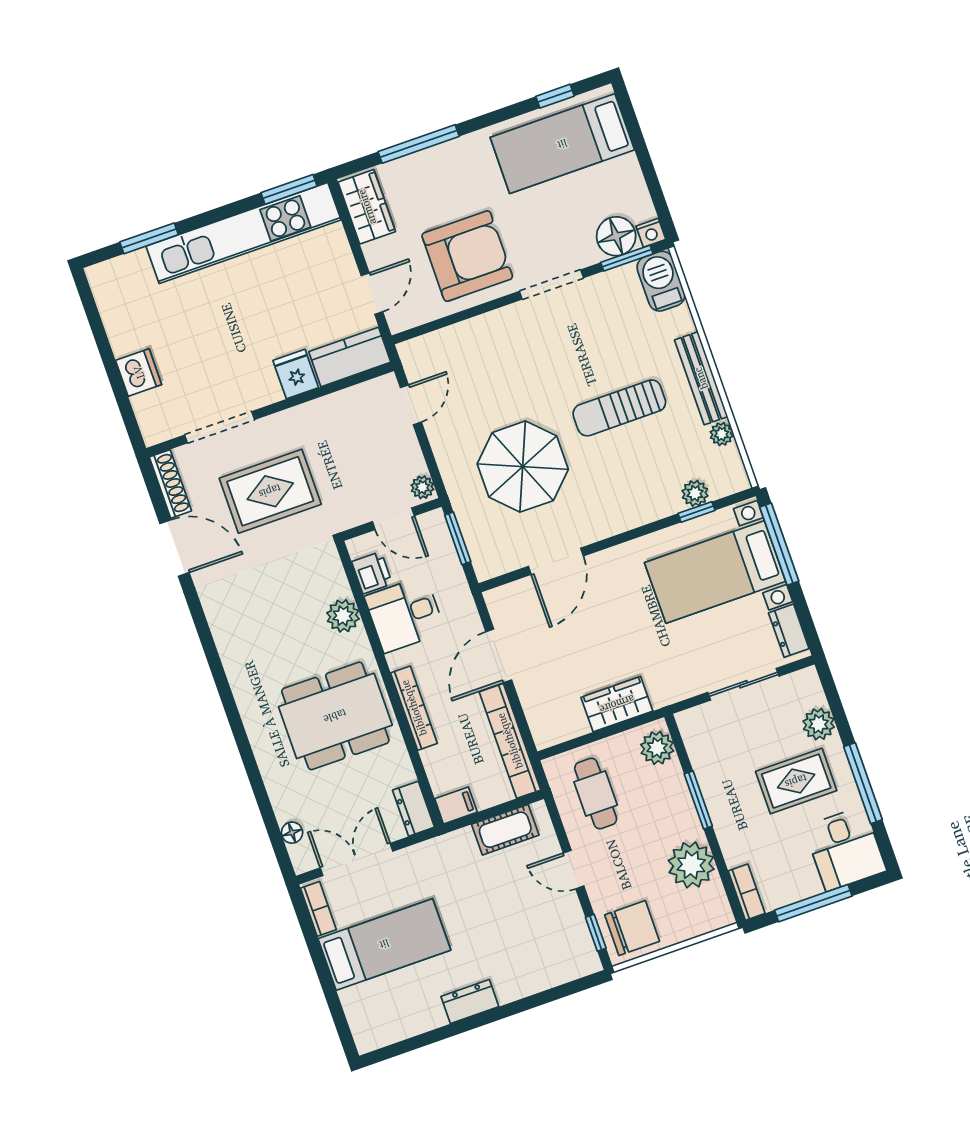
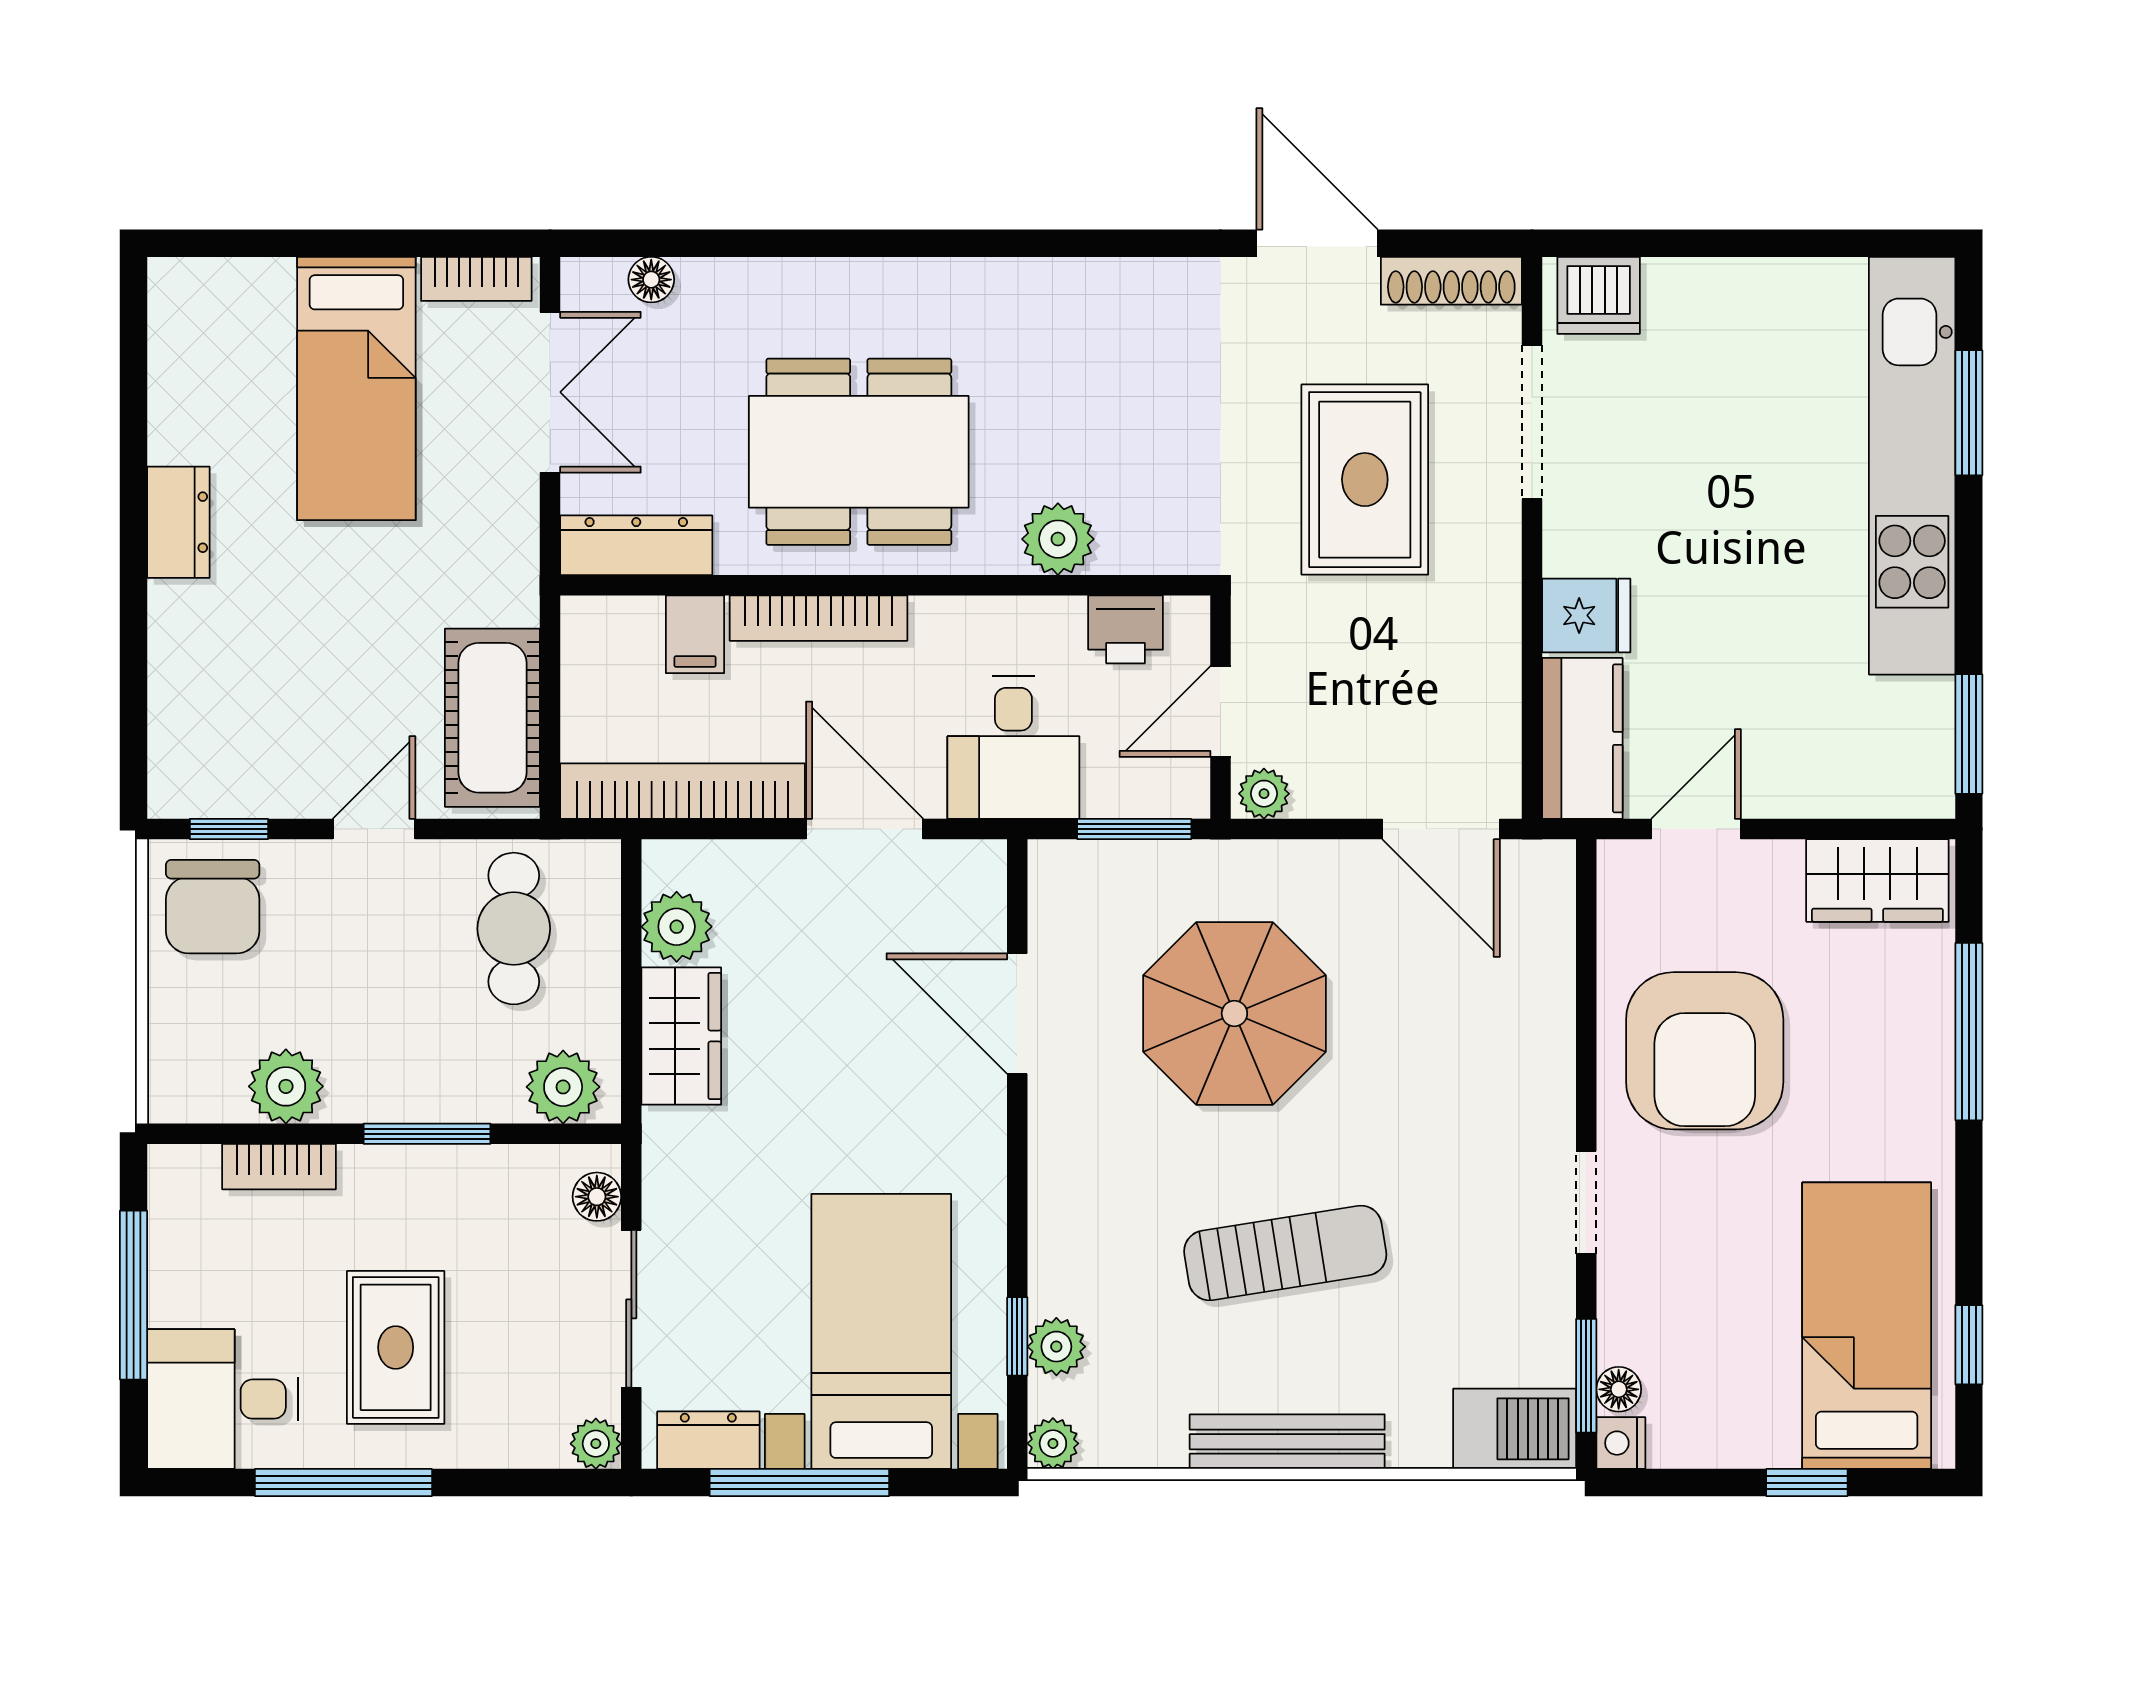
window: (640, 146) -> (1807, 1483), added
kitchen unit: (244, 233) -> (1912, 466), moved
floor lamp: (616, 236) -> (1619, 1389), width x0.53, depth x0.53
doorway: (551, 285) -> (1586, 1203), width x0.73
door: (372, 294) -> (1696, 829), swing flipped
dishwasher: (139, 372) -> (1599, 295), moved
door: (411, 405) -> (1441, 829), width x1.38
sun lounger: (619, 408) -> (1285, 1253), turned 81
plant: (722, 434) -> (1053, 1443), moved
window: (779, 544) -> (799, 1483), moved
door: (175, 548) -> (1317, 243), swing flipped
desk: (405, 614) -> (1013, 748), moved, turned 180
dining table: (335, 716) -> (859, 452), turned 90
floor lamp: (700, 716) -> (597, 1197), added
plant: (570, 723) -> (677, 927), added
plant: (819, 724) -> (596, 1444), moved, width x0.73, depth x0.73
cafe table: (596, 793) -> (514, 929), turned 90
filing cabinet: (456, 805) -> (695, 634), moved
dresser: (414, 809) -> (636, 545), width x1.44
cot: (505, 830) -> (492, 718), width x1.37, depth x1.34
plant: (691, 865) -> (286, 1086), width x0.73, depth x0.73
bookcase: (747, 892) -> (279, 1167), moved

